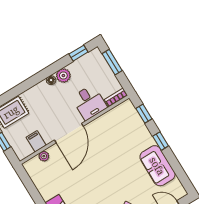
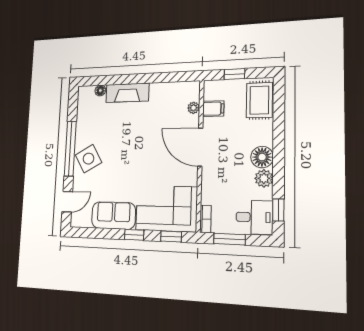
window: (112, 62) -> (229, 239), moved
floor lamp: (51, 80) -> (262, 157), width x1.89, depth x1.89
desk: (89, 102) -> (254, 217), moved, turned 180
corner sofa: (127, 130) -> (166, 209), added

